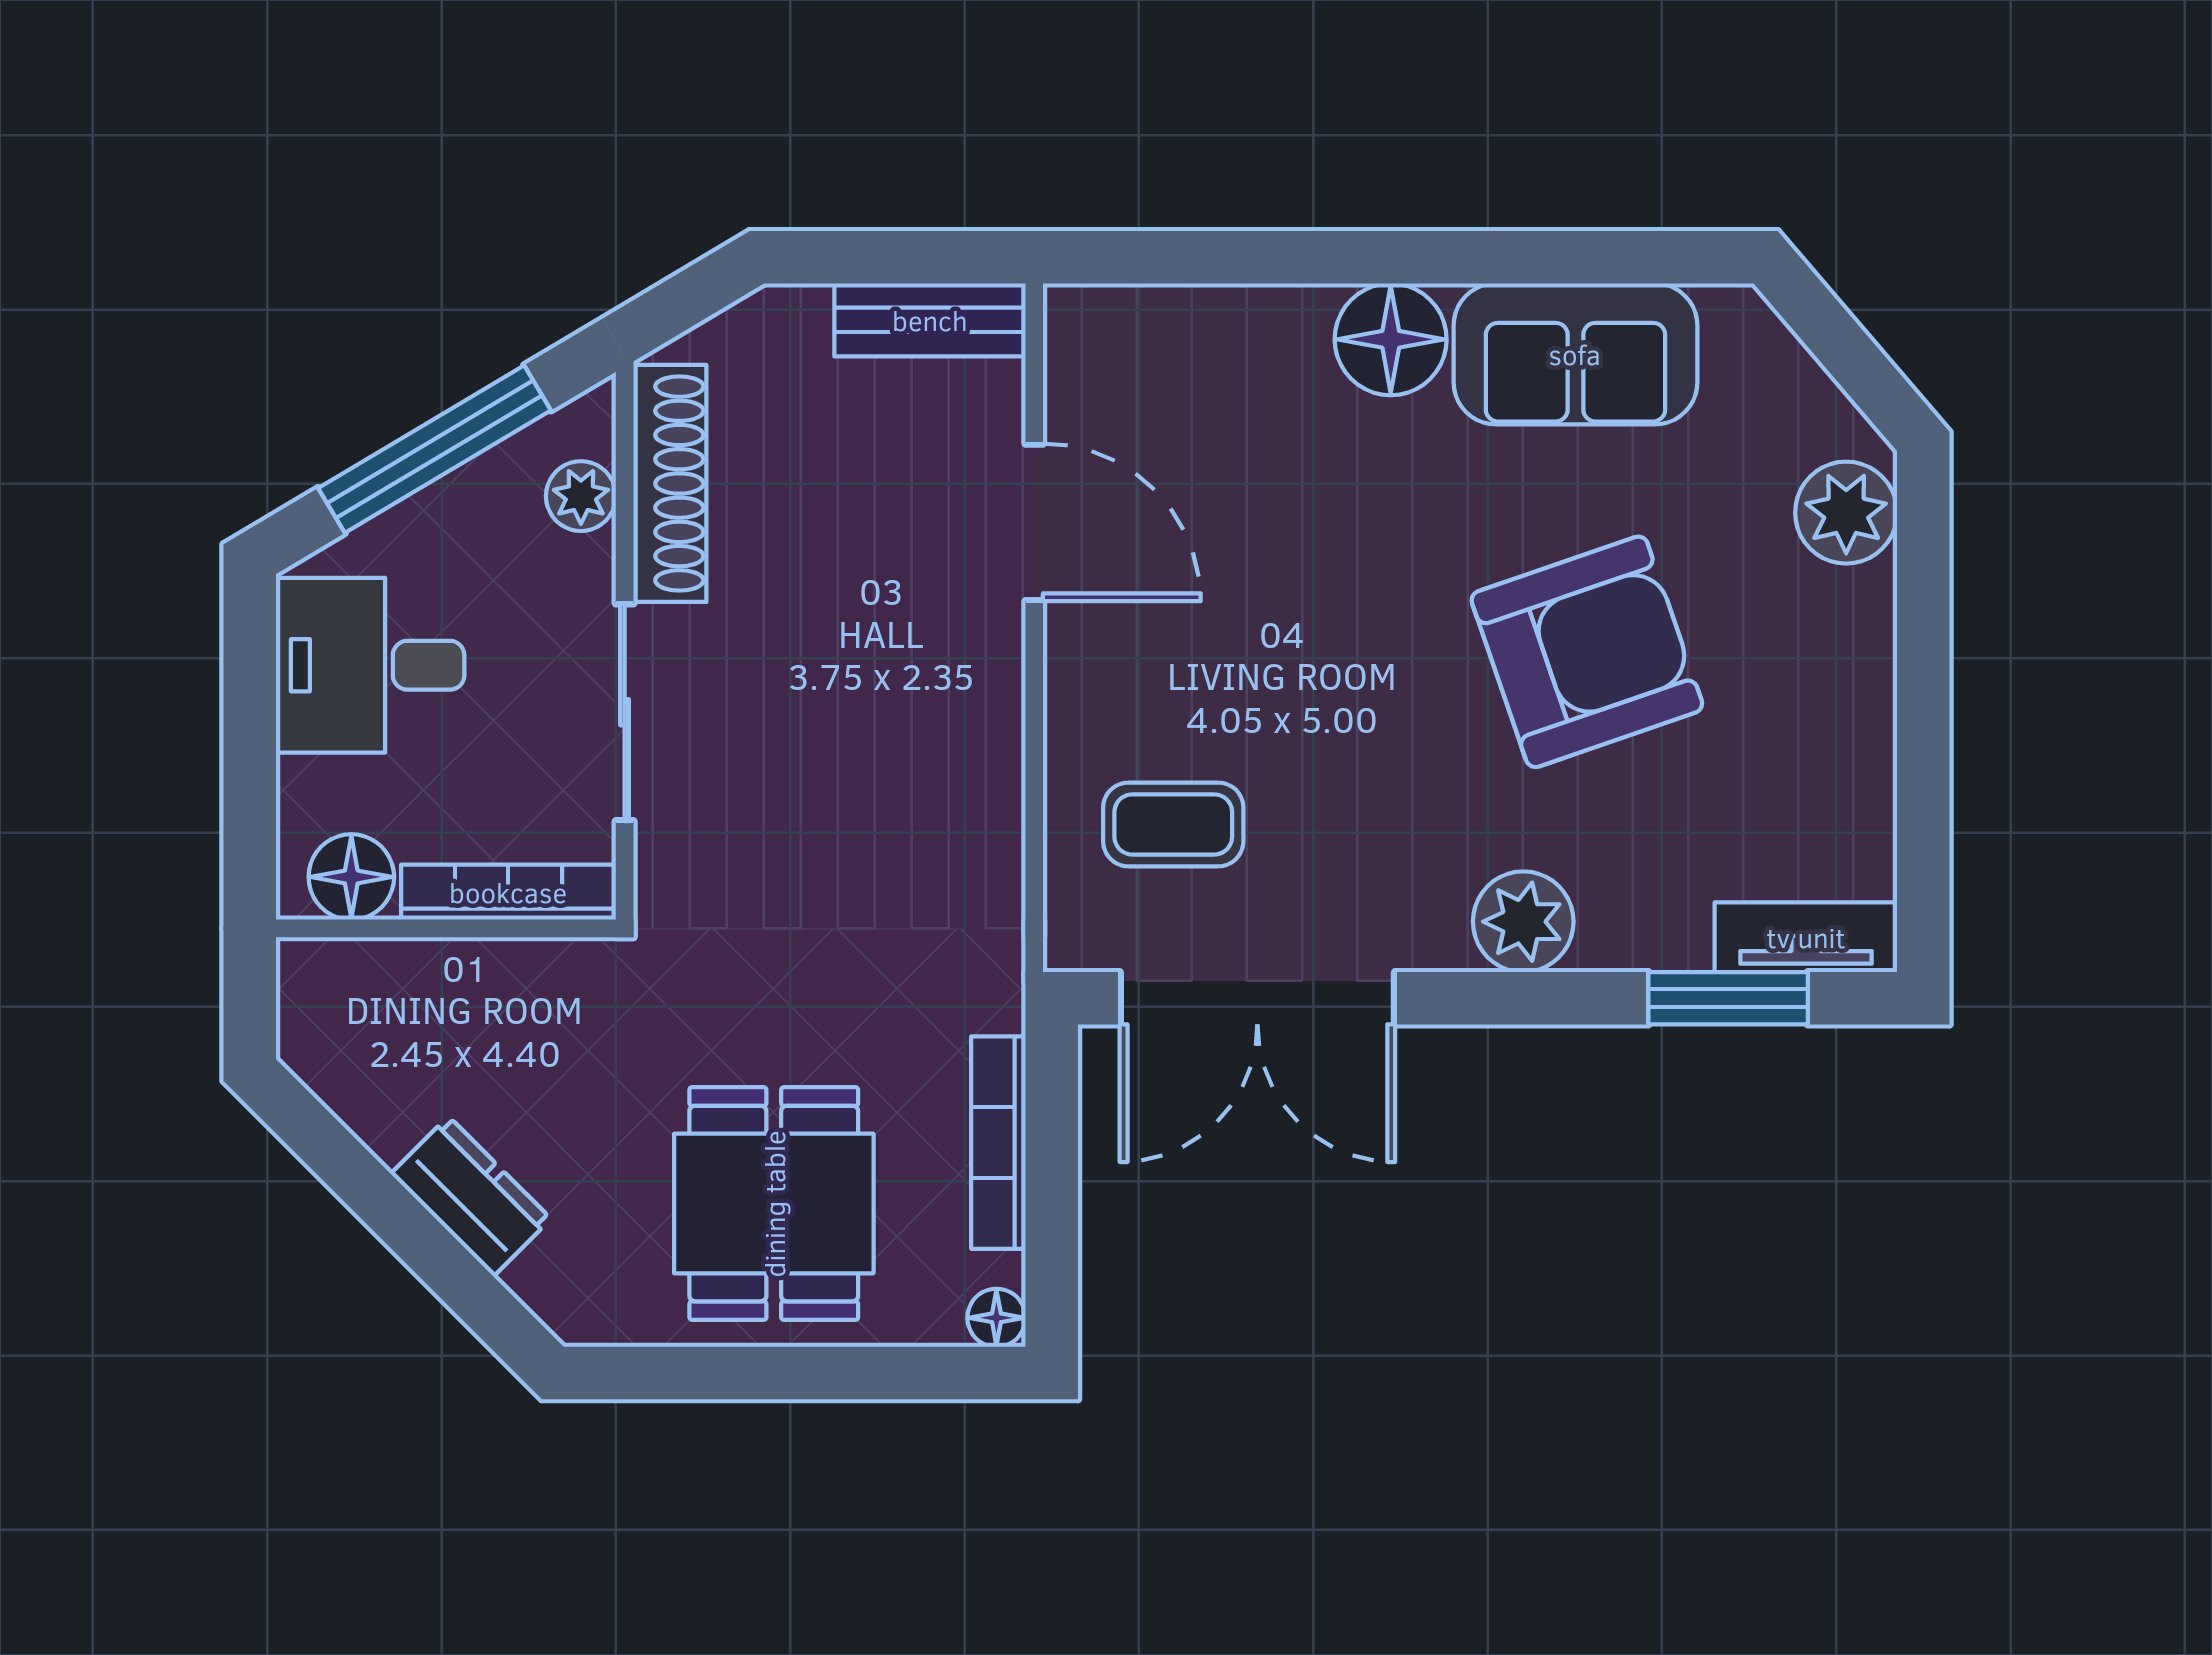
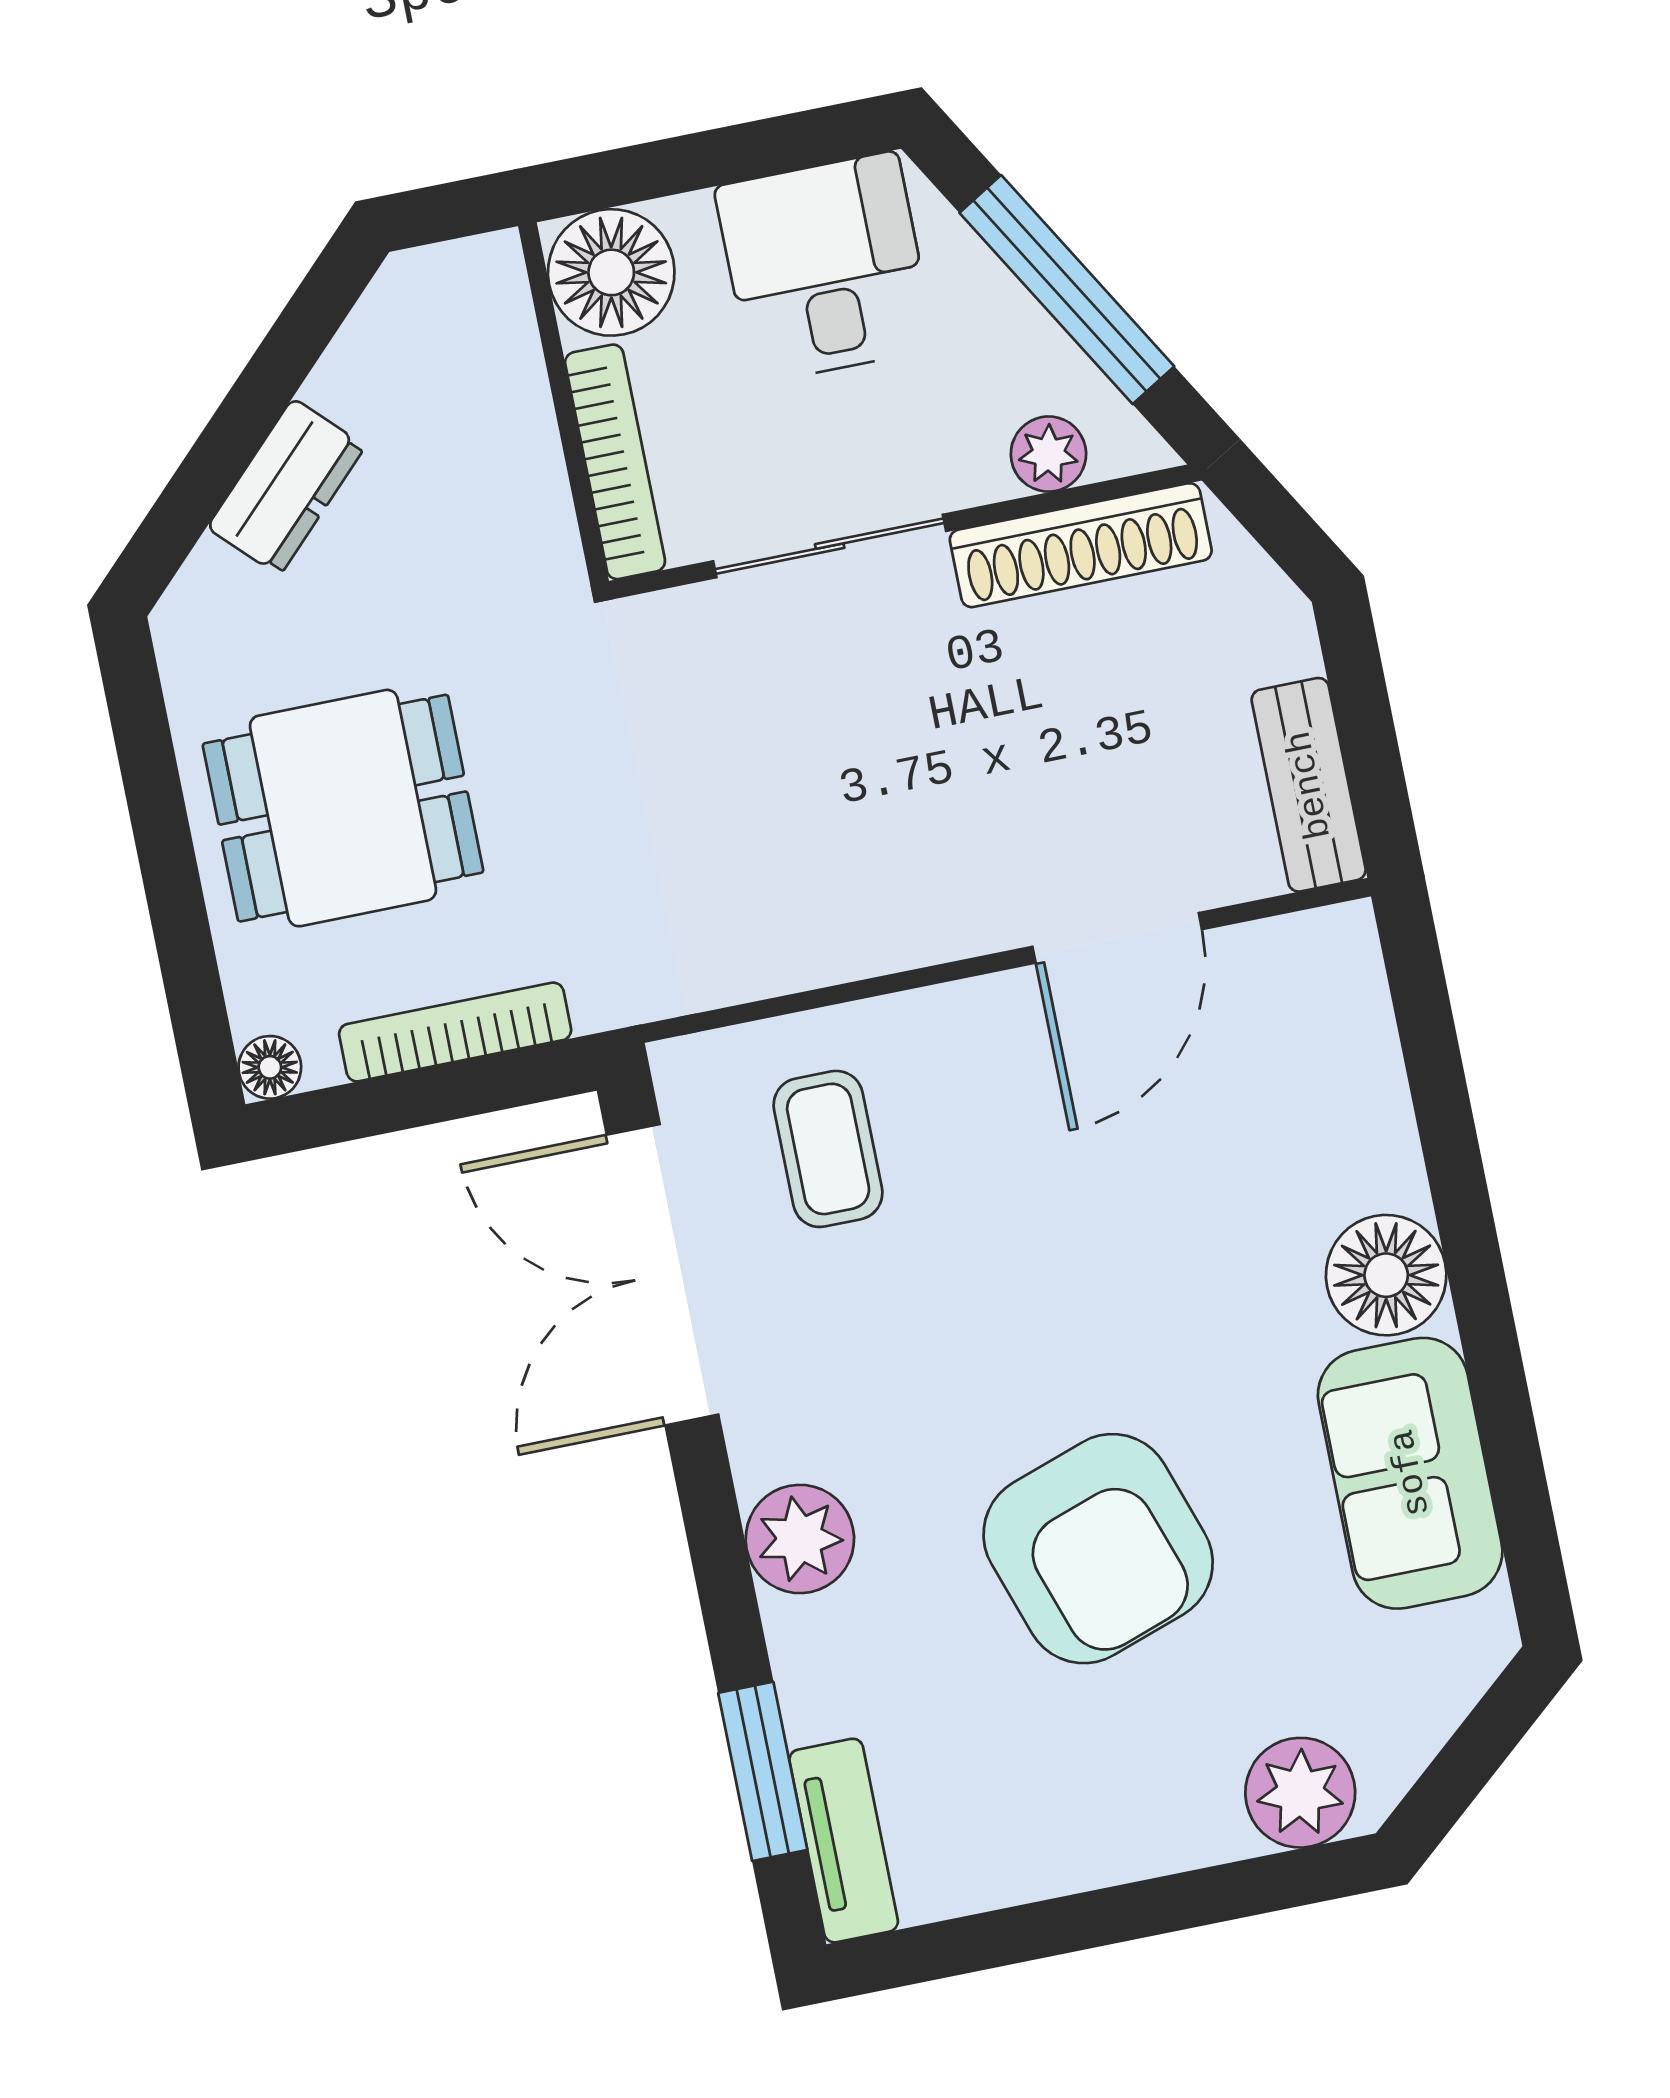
floor lamp: (351, 877) -> (611, 272), width x1.38, depth x1.38

